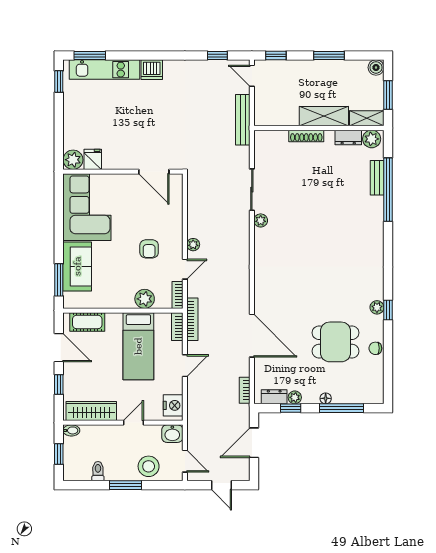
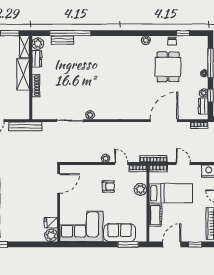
window: (388, 310) -> (183, 33), moved
cot: (87, 322) -> (155, 215), moved

